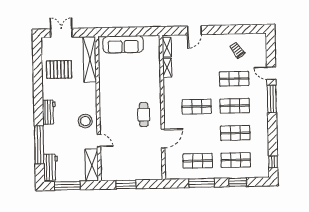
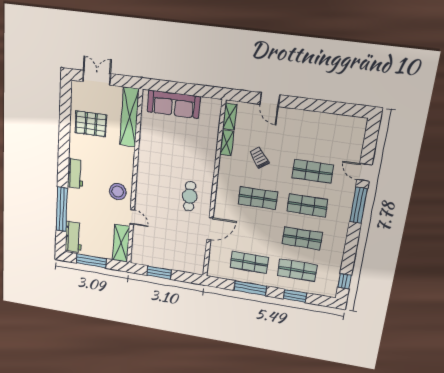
door: (194, 30) -> (270, 100), hinge flipped
trolley: (237, 50) -> (259, 158), moved

